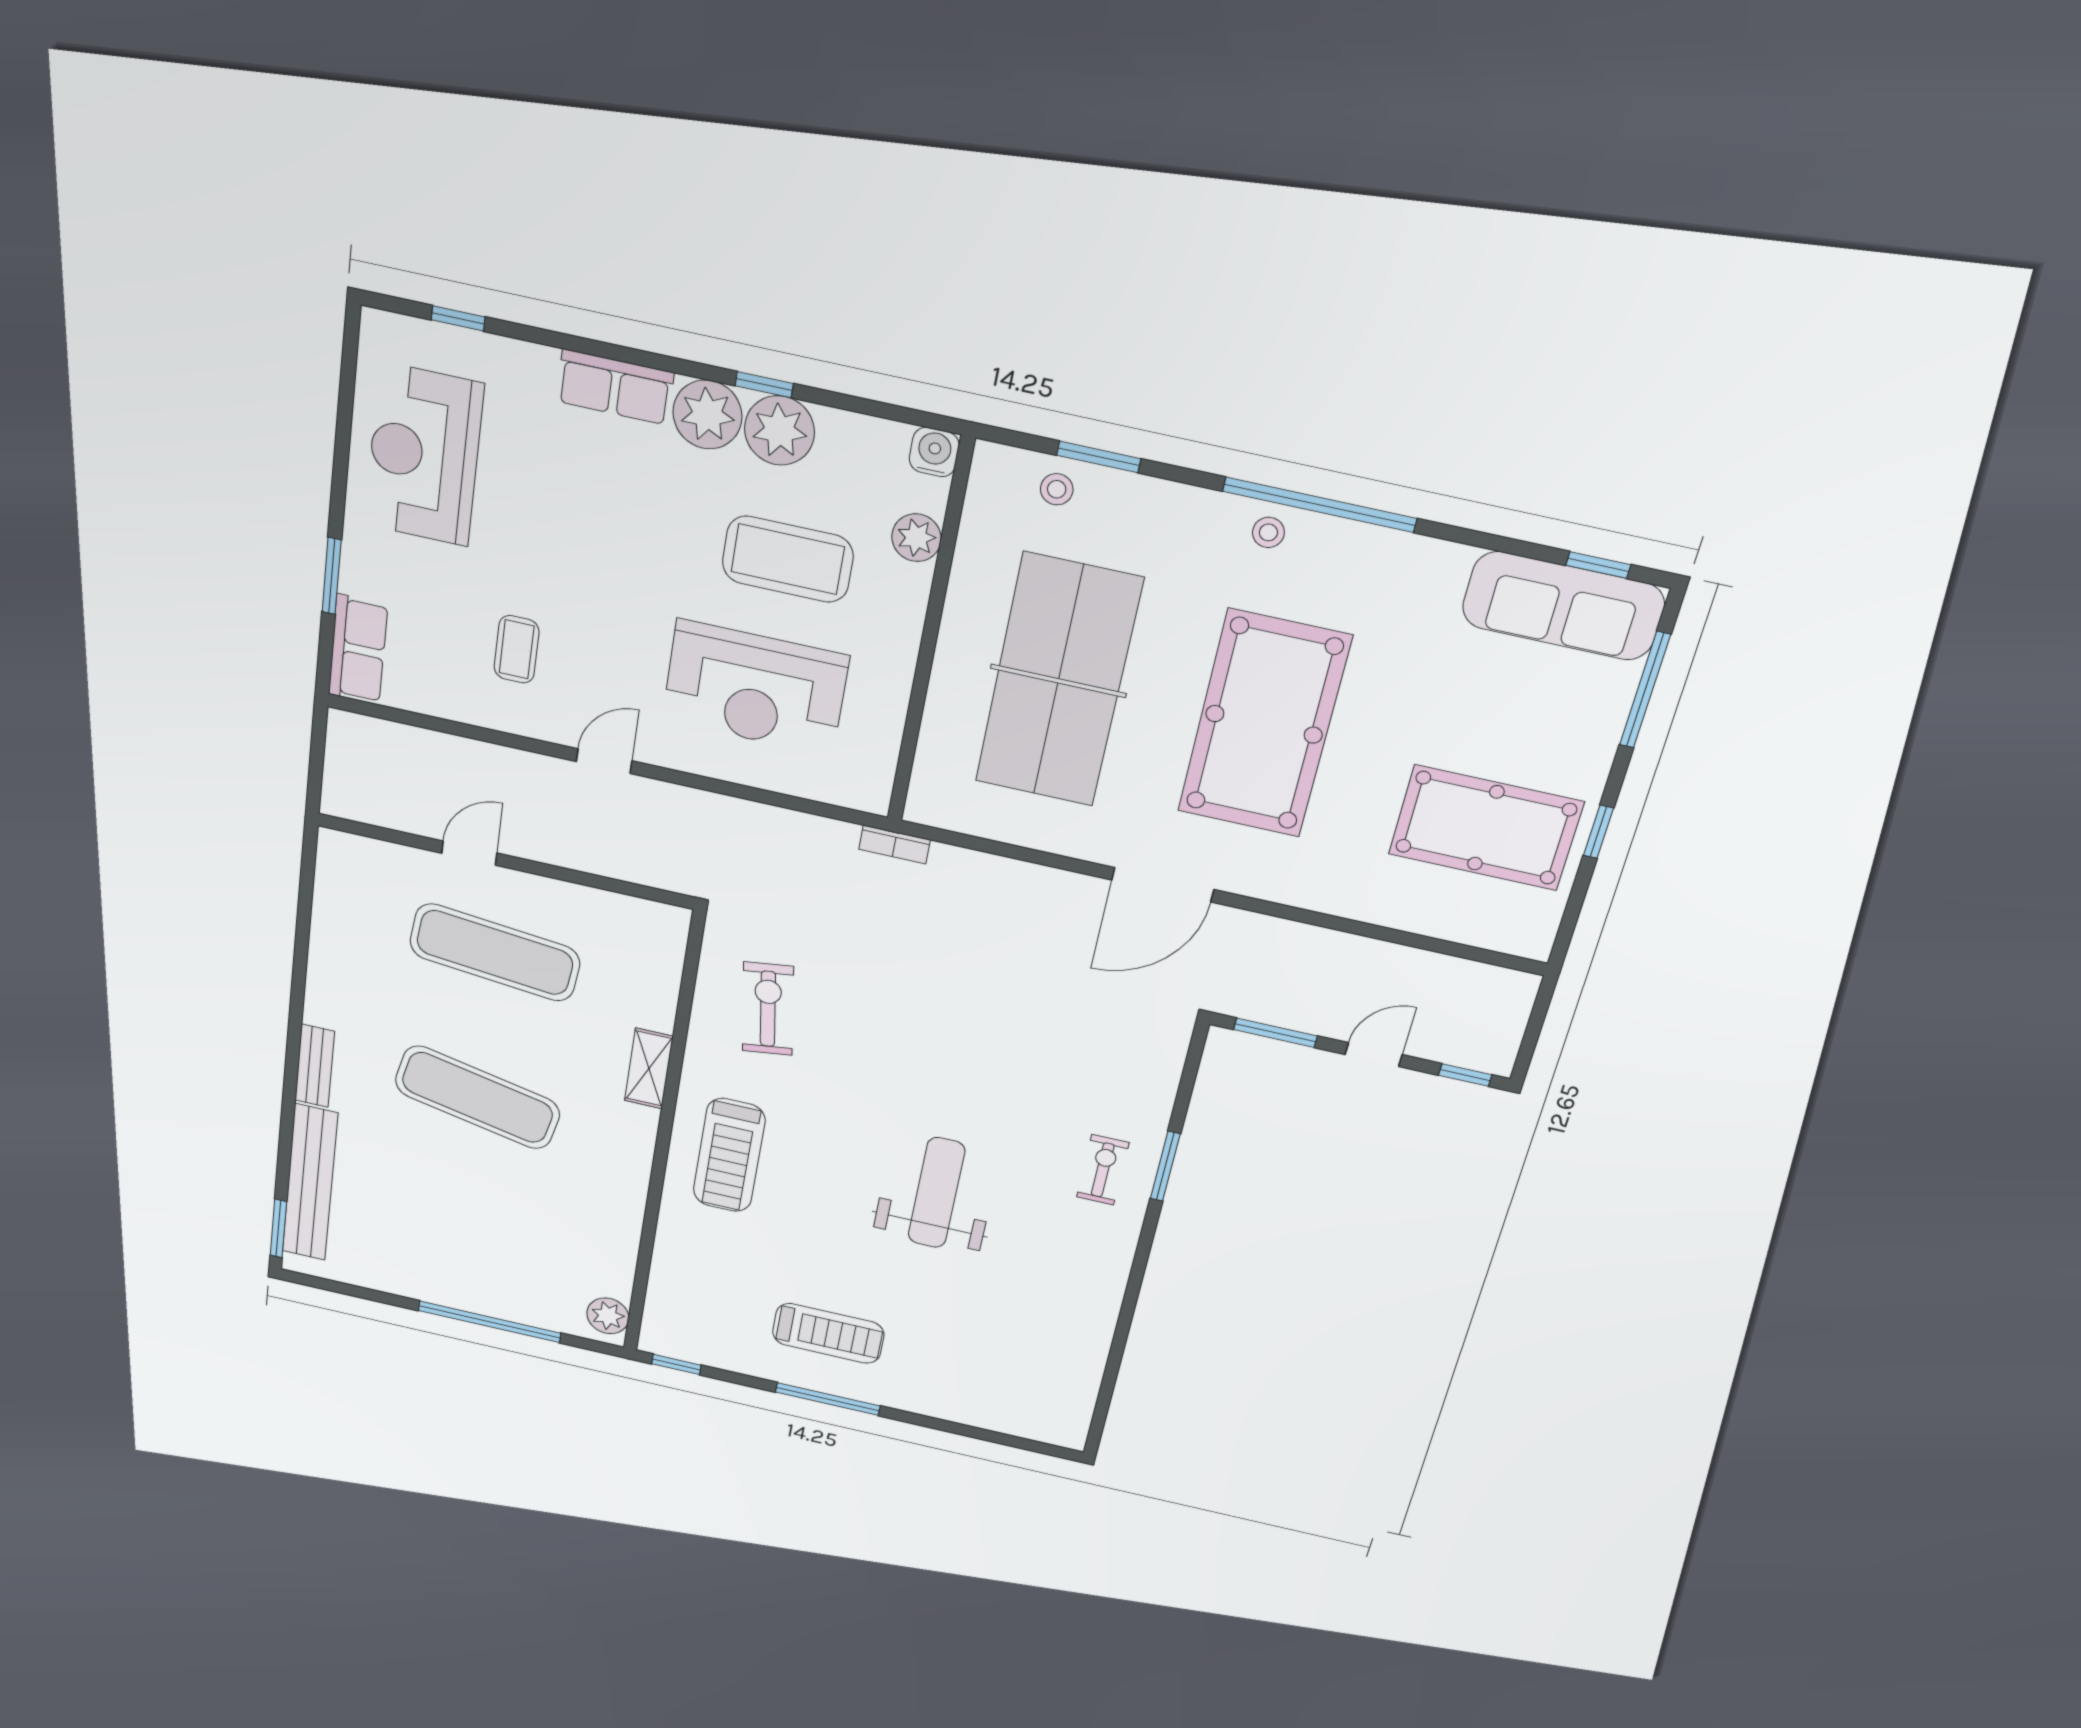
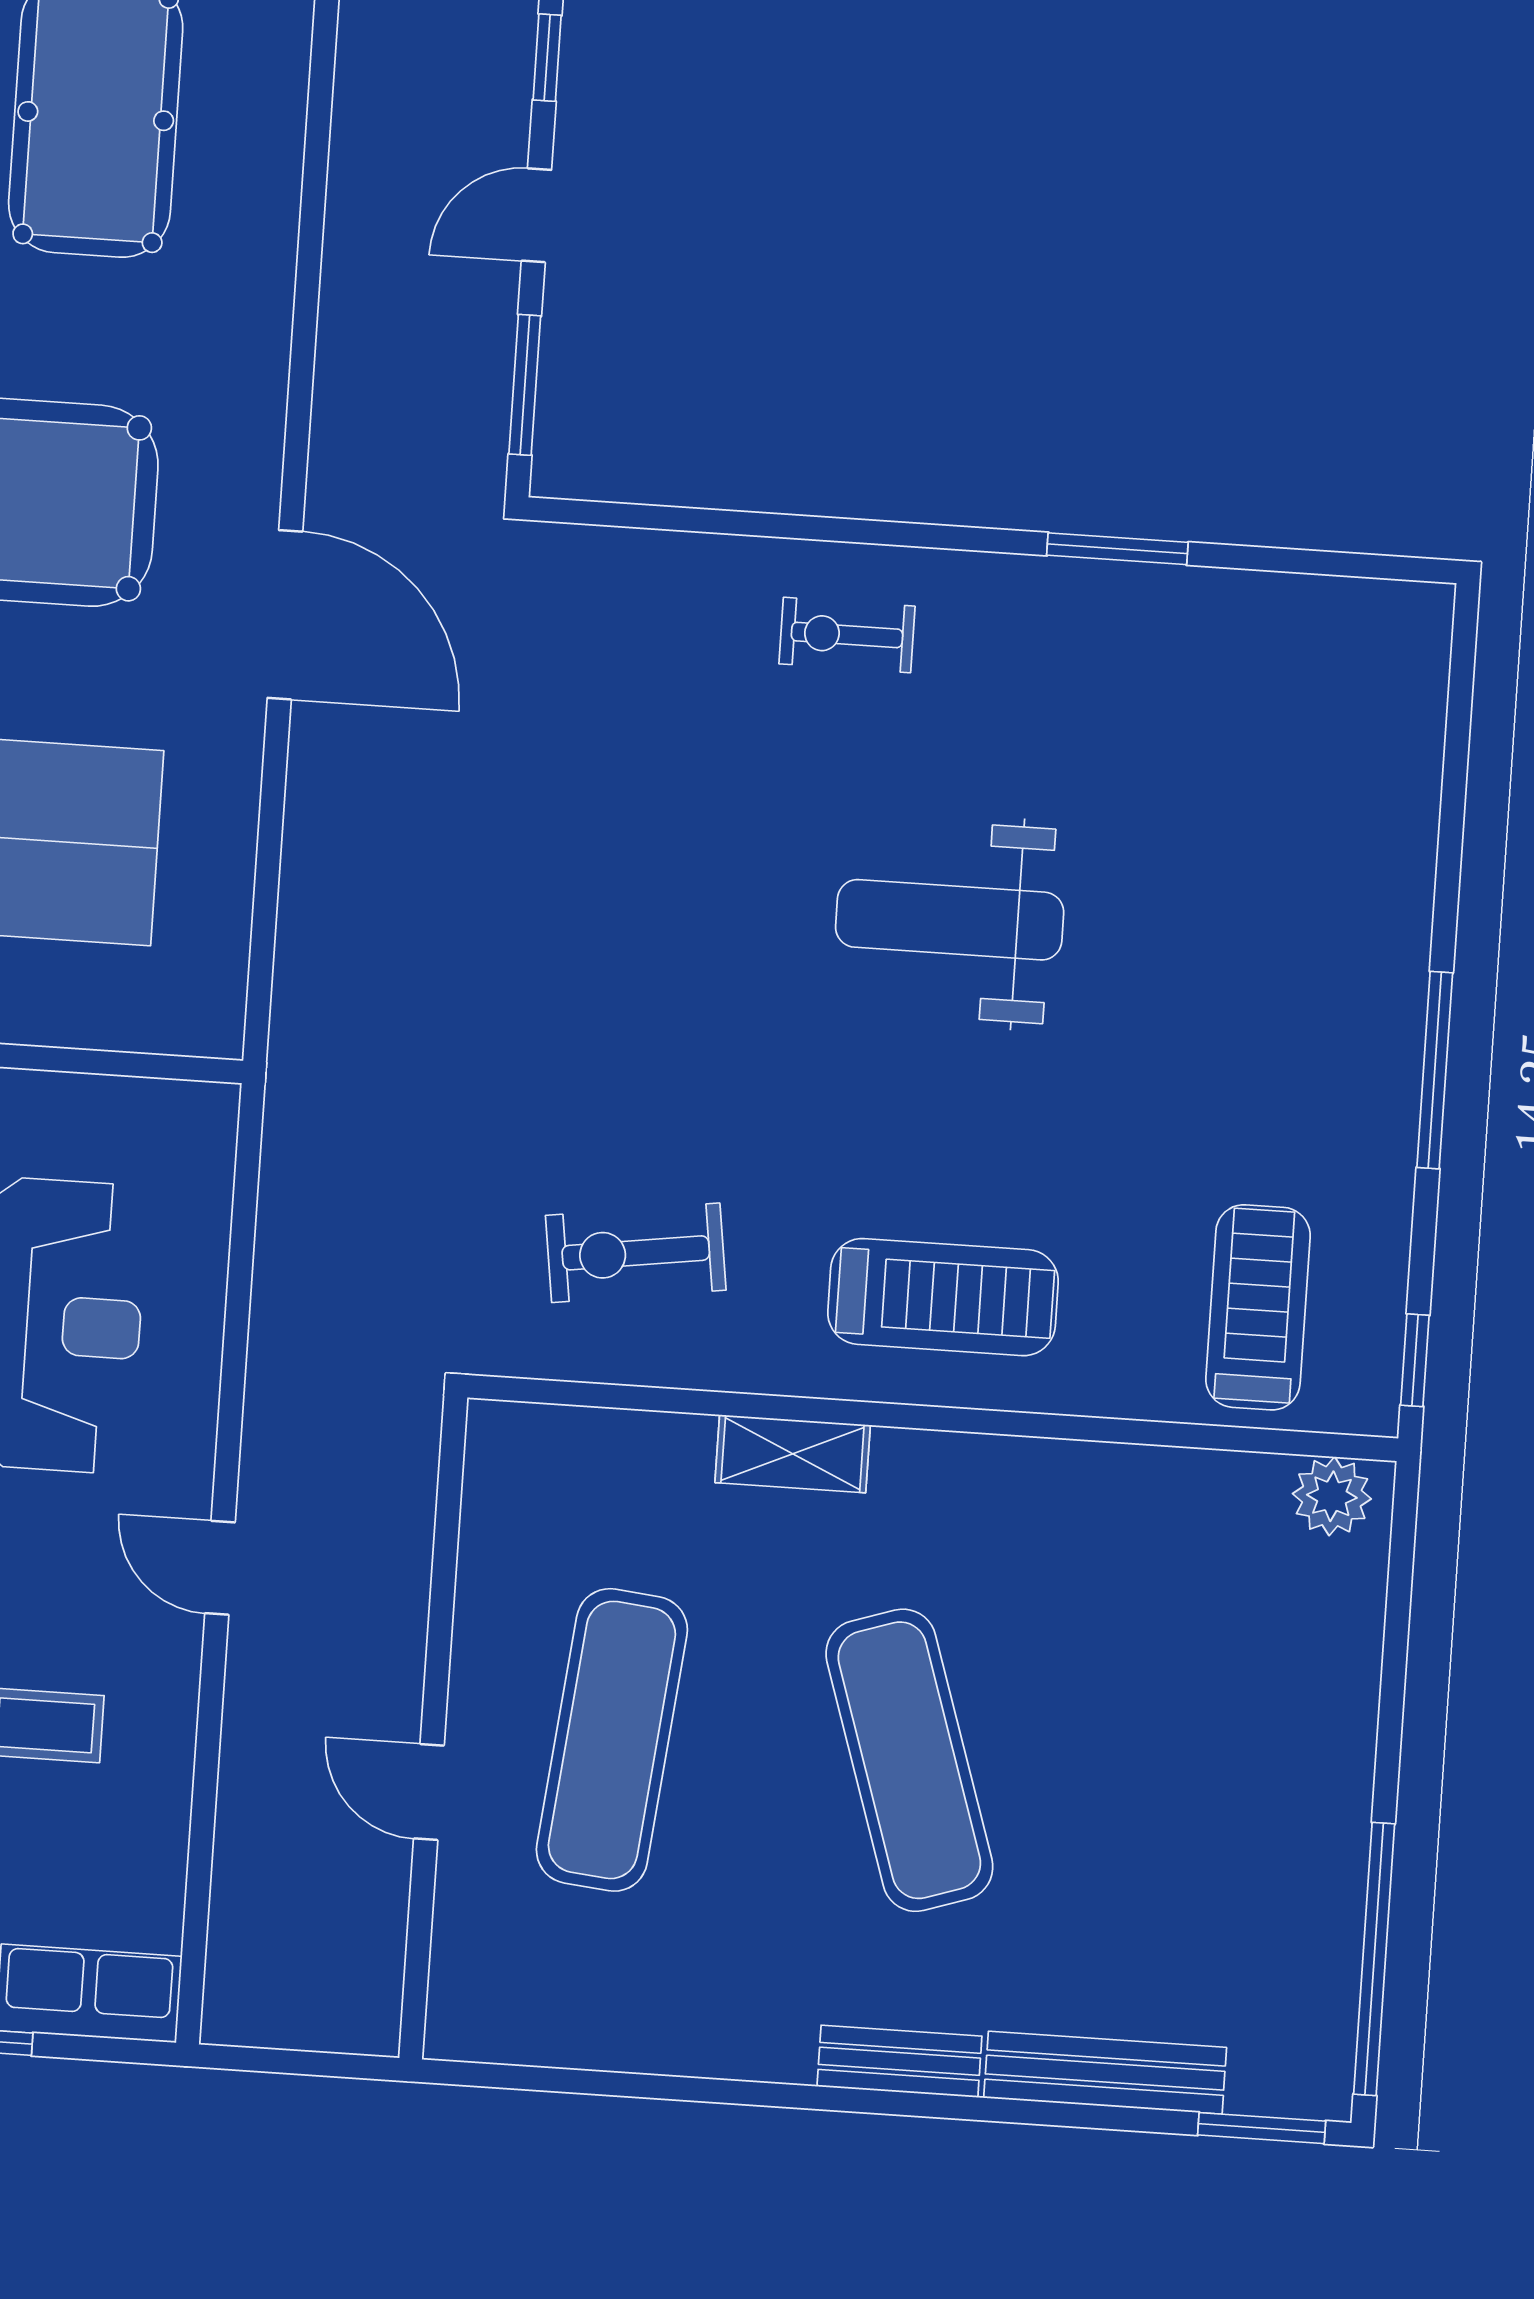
bookcase: (895, 844) -> (288, 1067), removed
door: (1374, 1055) -> (536, 215), hinge flipped
exercise mat: (478, 1097) -> (909, 1760), turned -30
window: (1165, 1166) -> (1117, 549), moved
bench: (310, 1183) -> (1105, 2073), width x0.73, depth x0.82
window: (490, 1322) -> (1374, 1959), moved
treadmill: (828, 1333) -> (1258, 1307), moved

